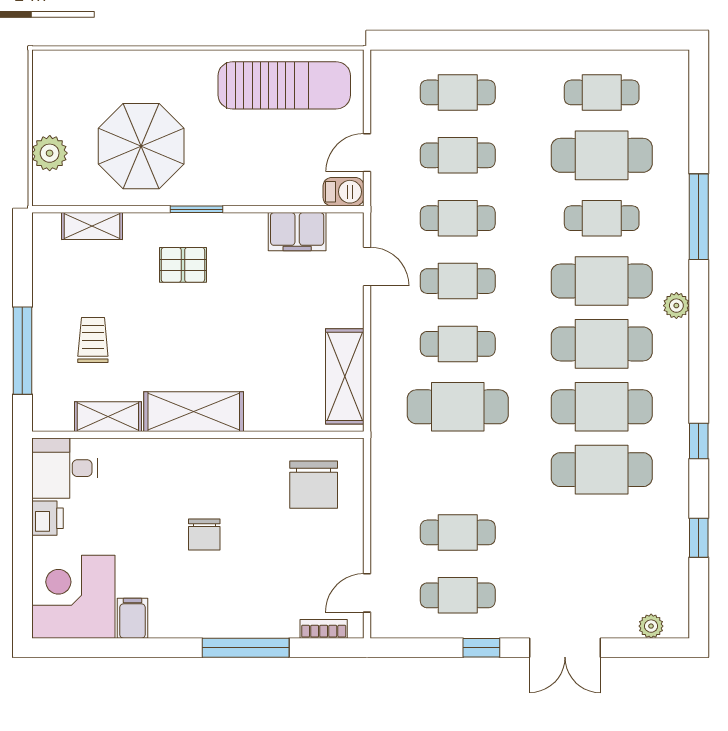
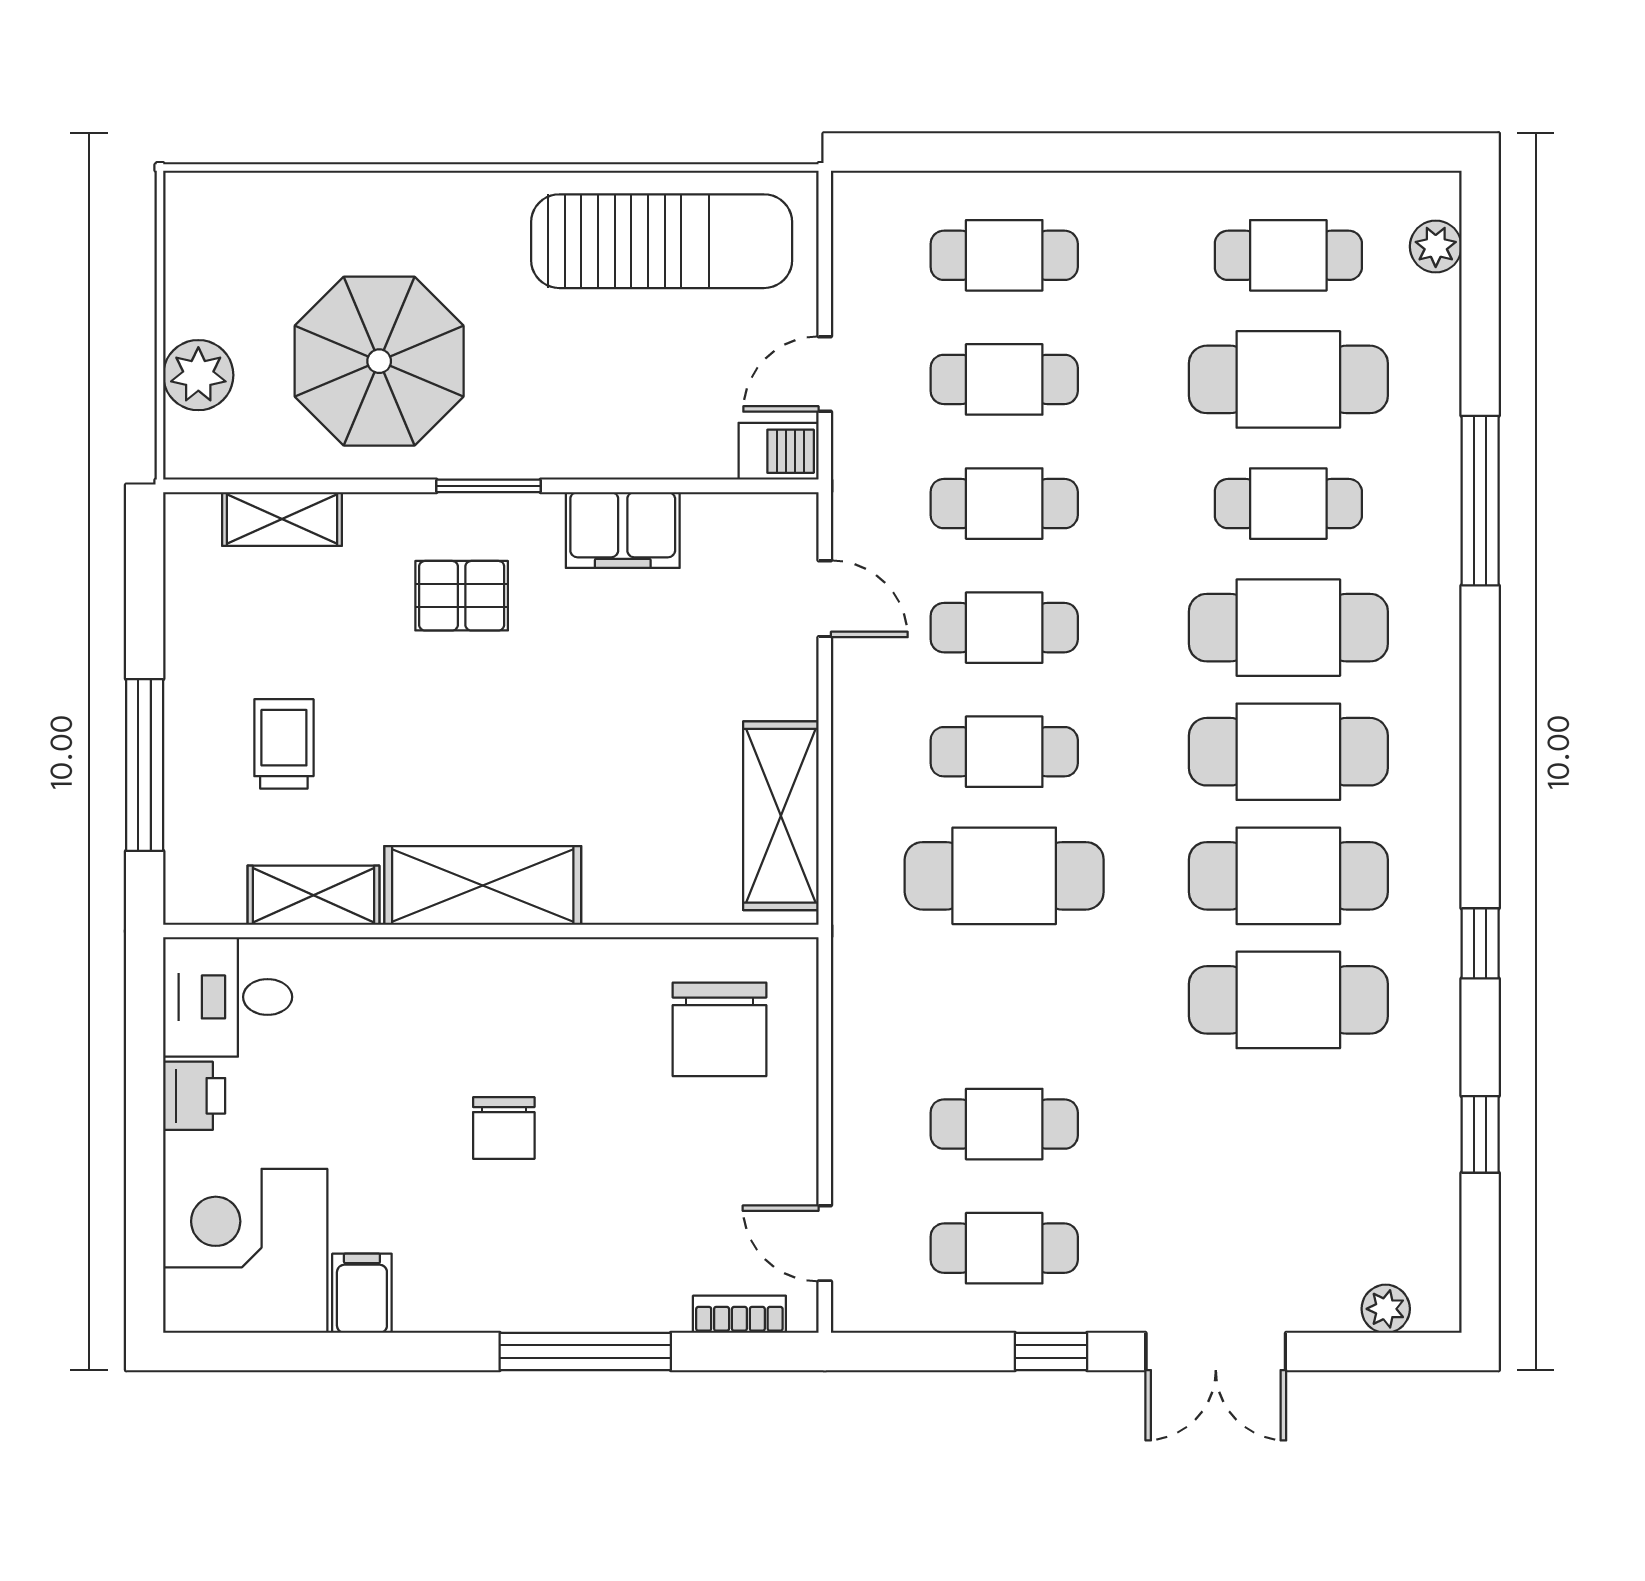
filing cabinet: (297, 232) -> (623, 530), moved
plant: (676, 306) -> (1436, 246), moved
door: (367, 593) -> (825, 1243), hinge flipped

